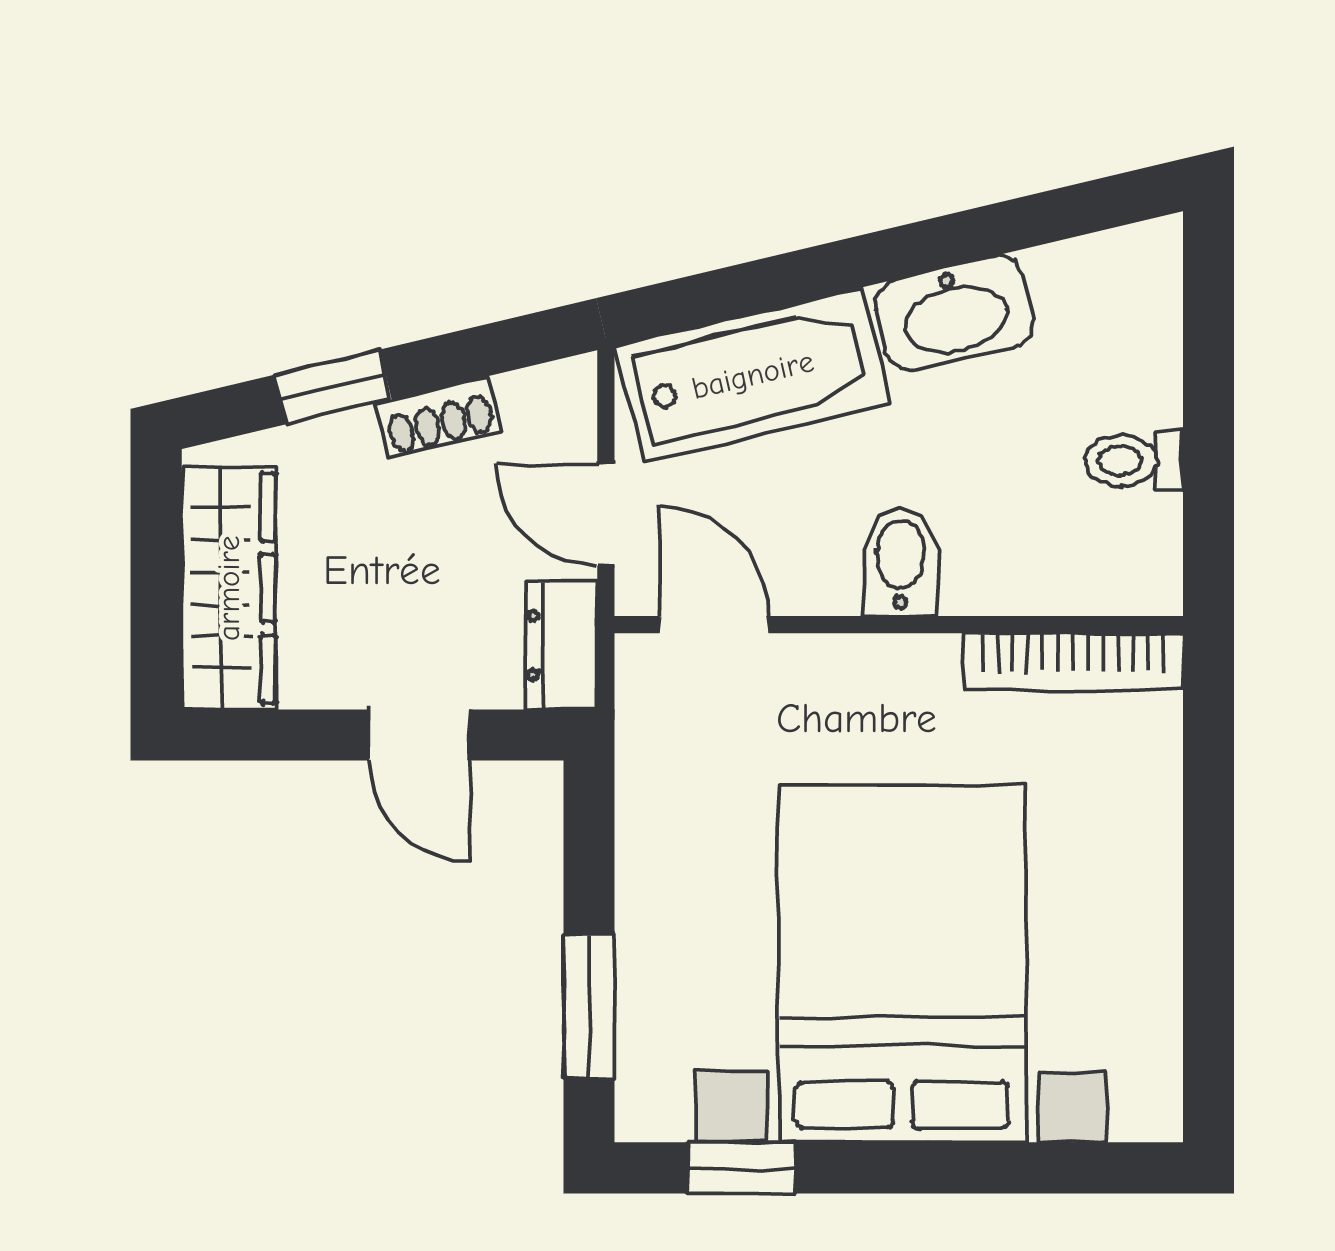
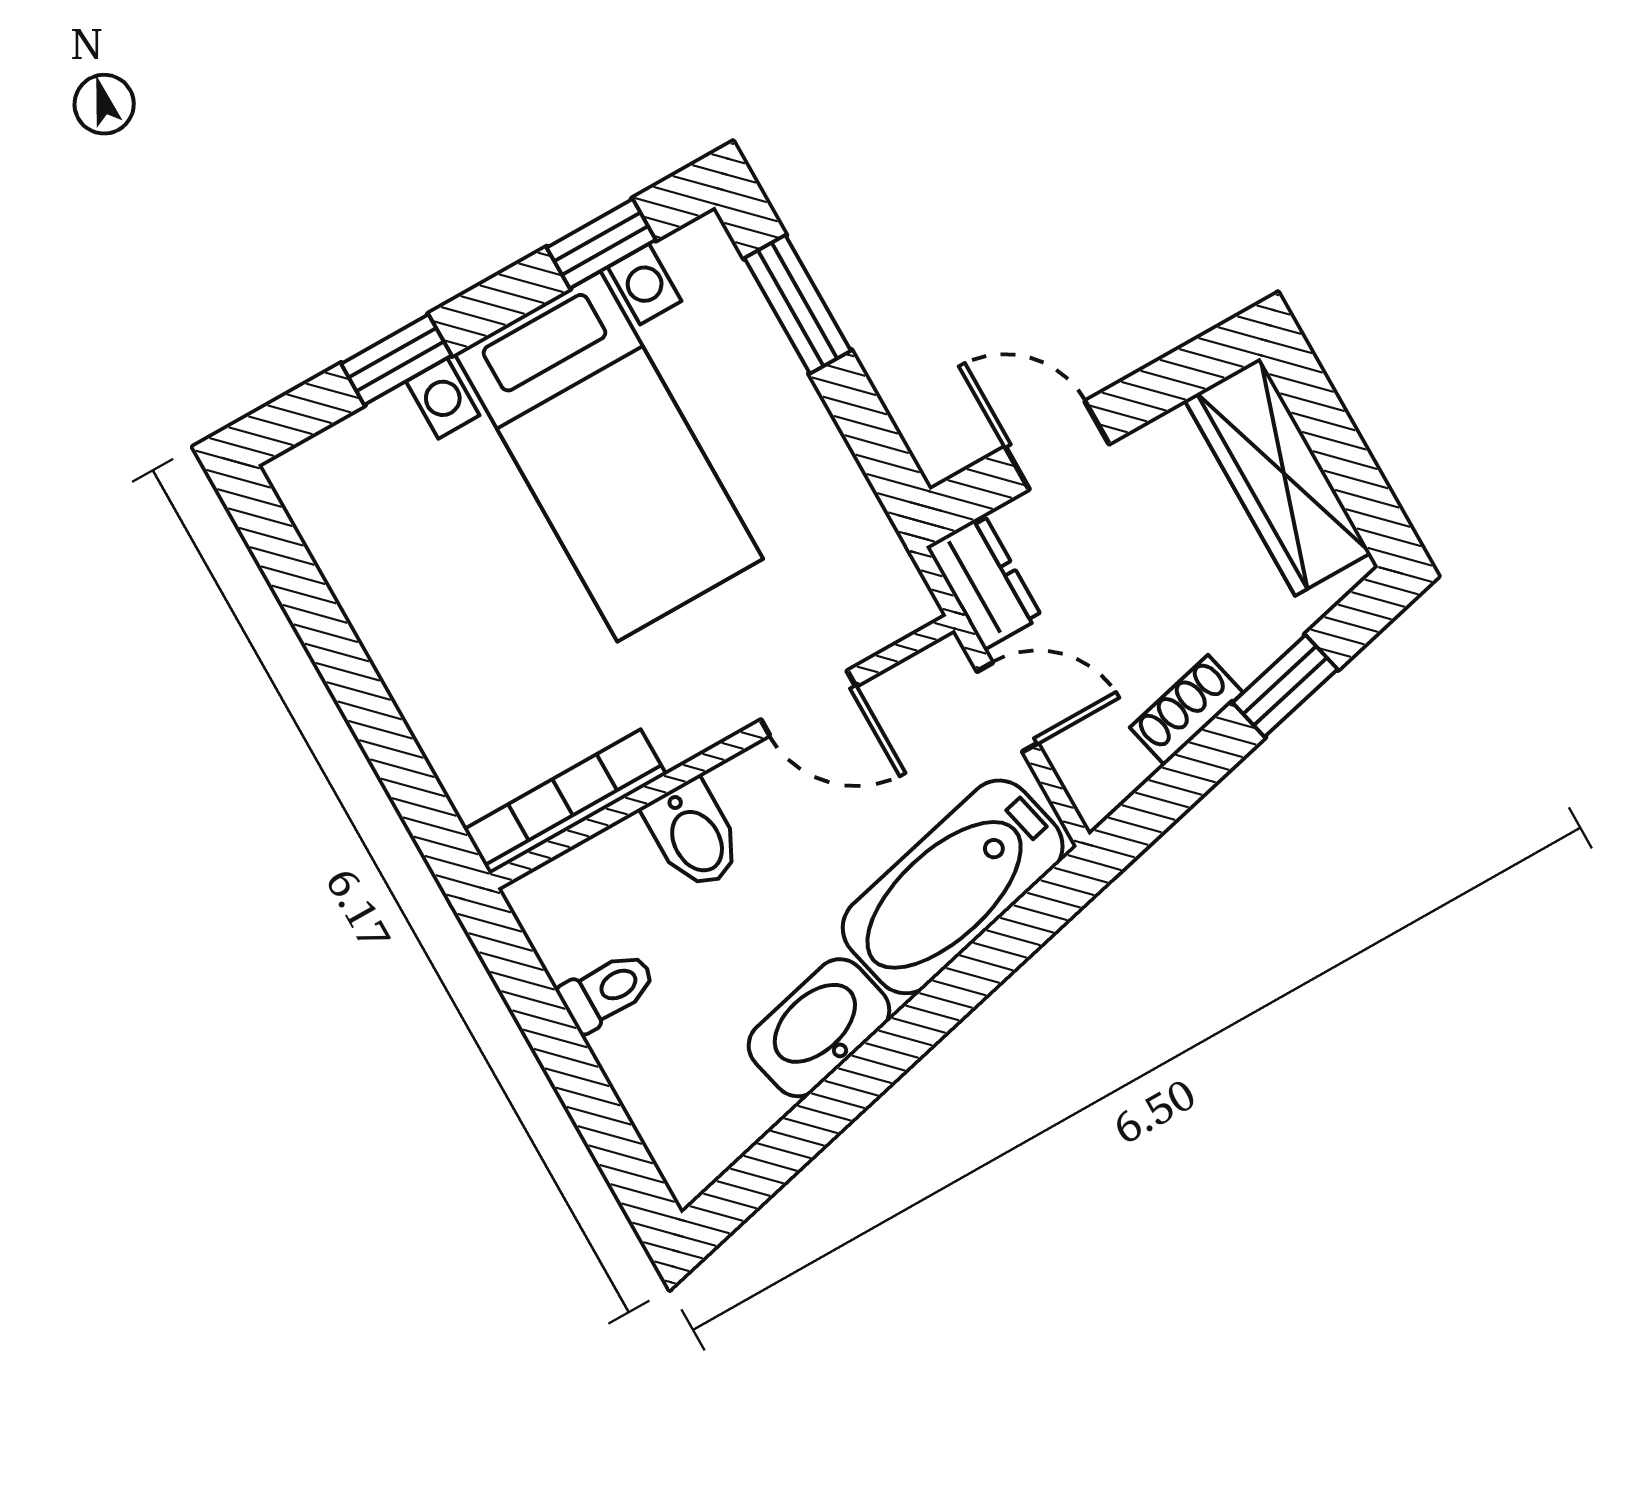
bidet: (901, 562) -> (694, 835), moved
door: (714, 625) -> (808, 703), moved
bed with nightstands: (902, 963) -> (609, 456), width x0.73
window: (996, 1168) -> (396, 360), added

